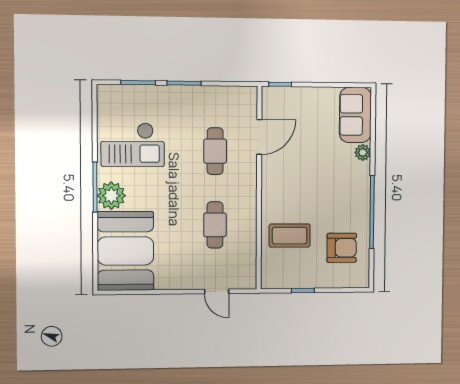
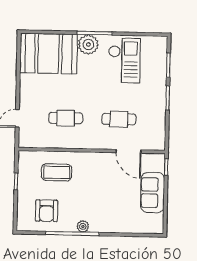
sofa: (355, 115) -> (153, 193), moved, turned -90
checkout: (133, 145) -> (124, 60), turned 180
plant: (363, 152) -> (83, 226), moved
coffee table: (290, 236) -> (57, 172), turned 90

